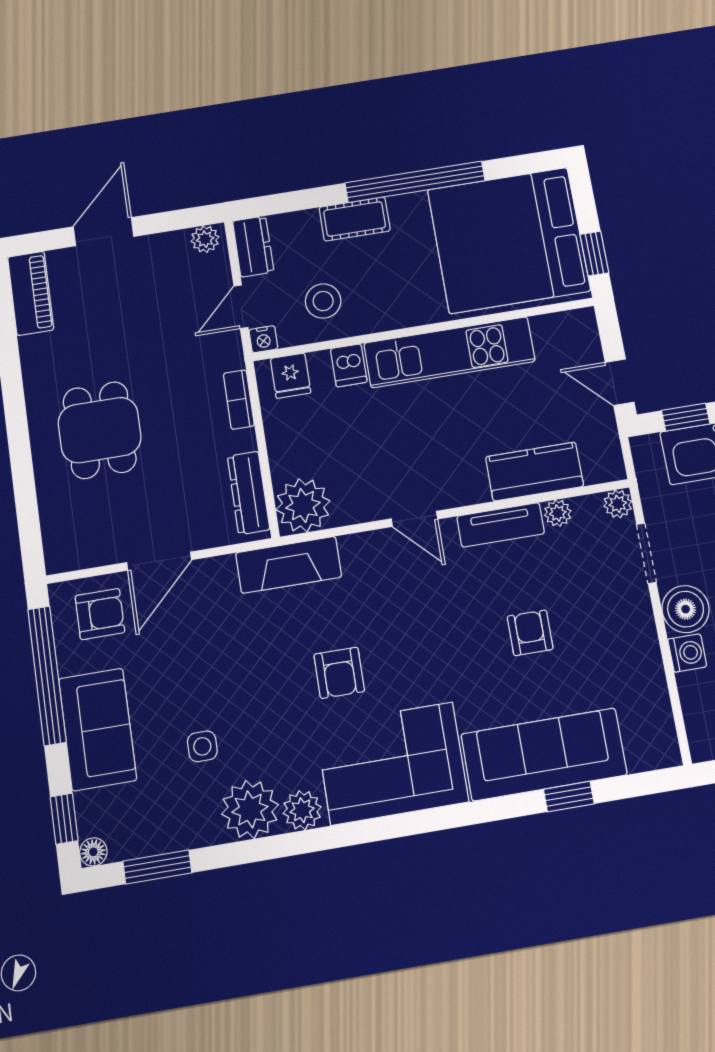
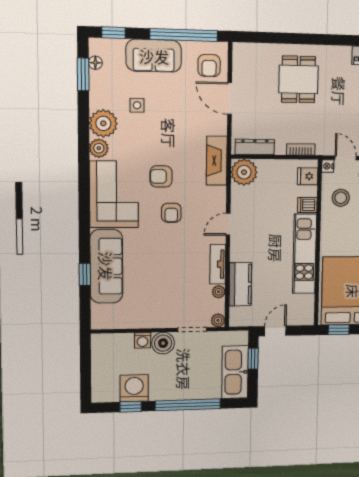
dining table: (100, 430) -> (298, 79), turned 90
armchair: (530, 633) -> (171, 213), moved, turned 90
floor lamp: (93, 852) -> (95, 63), moved

